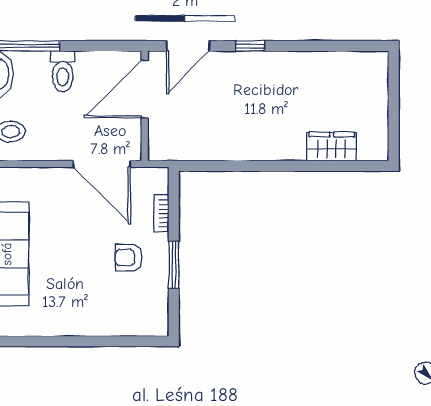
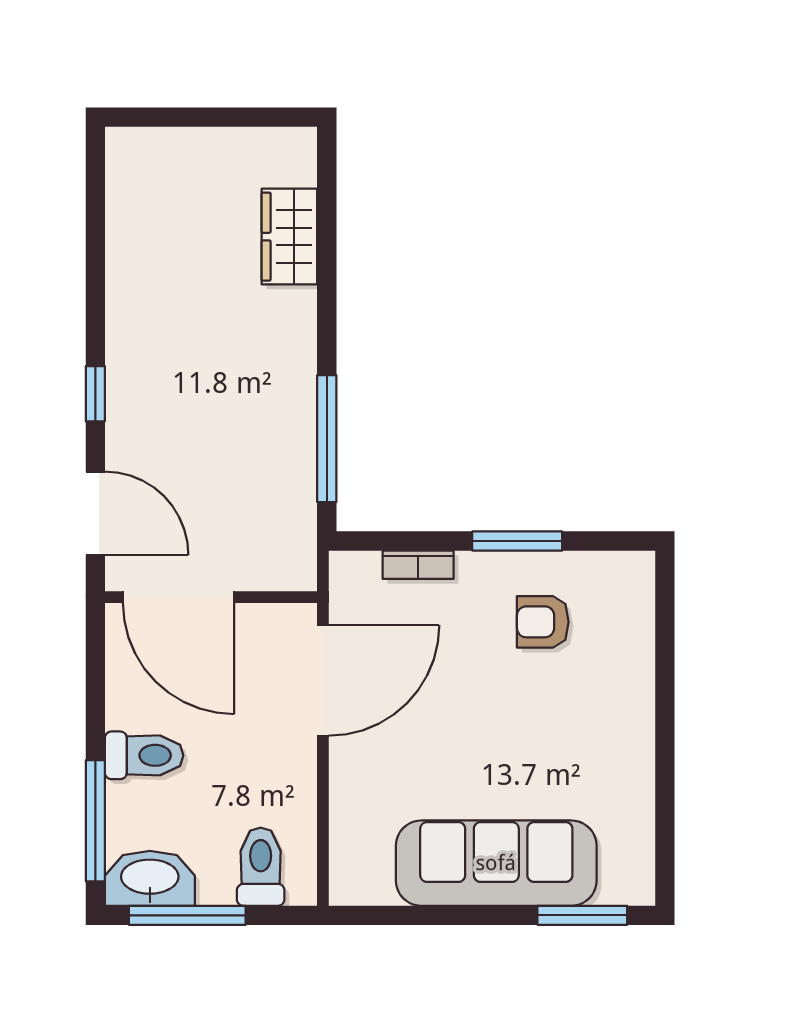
window: (227, 166) -> (327, 439), added
armchair: (129, 258) -> (543, 622), moved, turned 90

